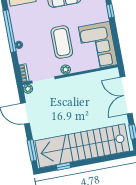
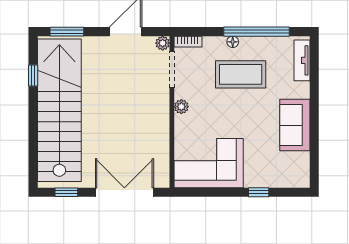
coffee table: (62, 42) -> (241, 74), moved

